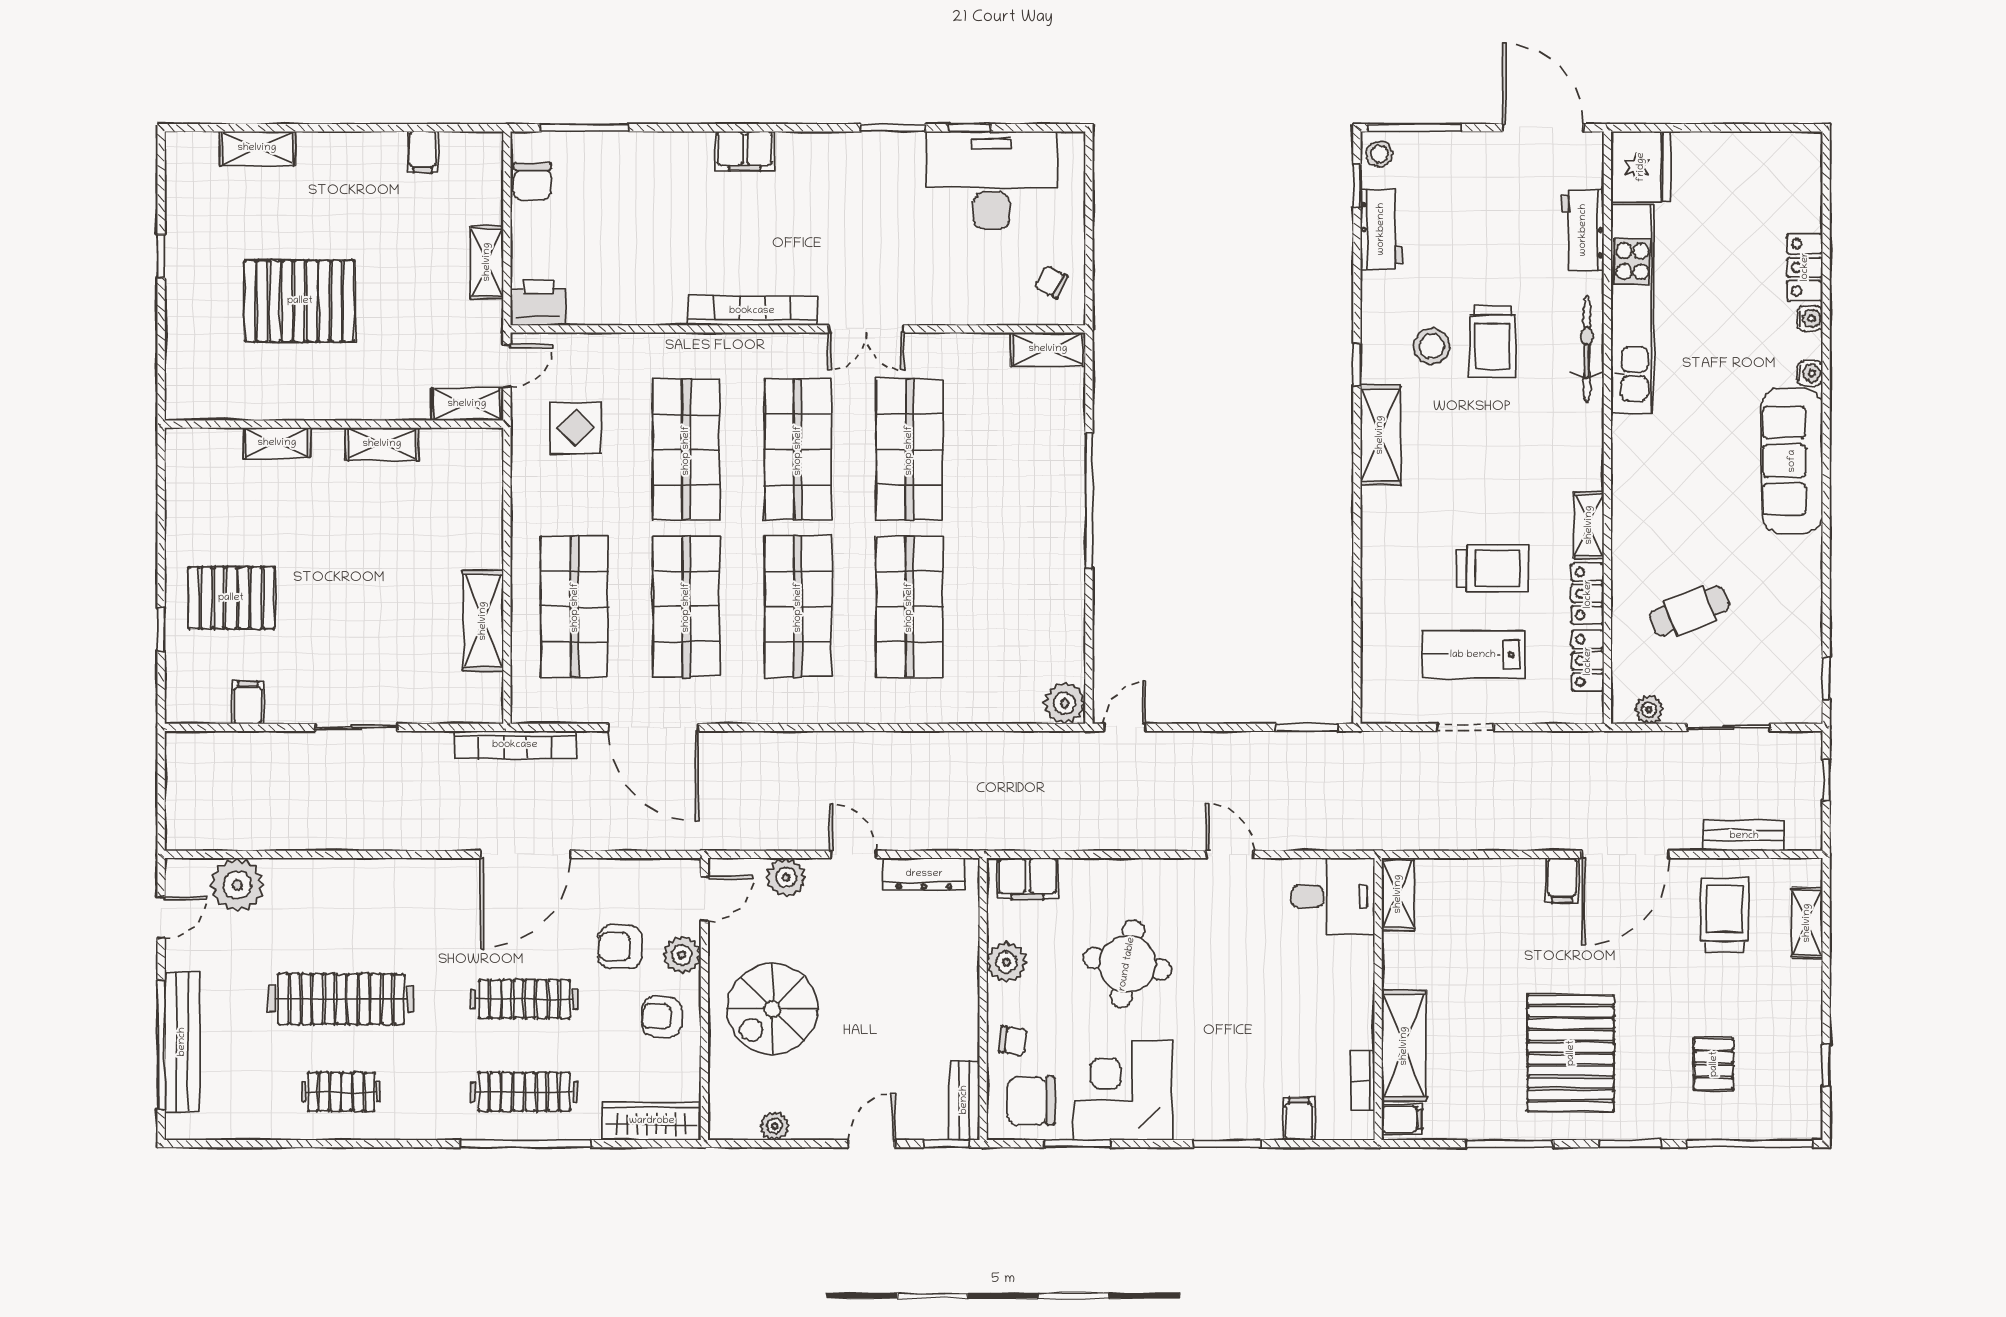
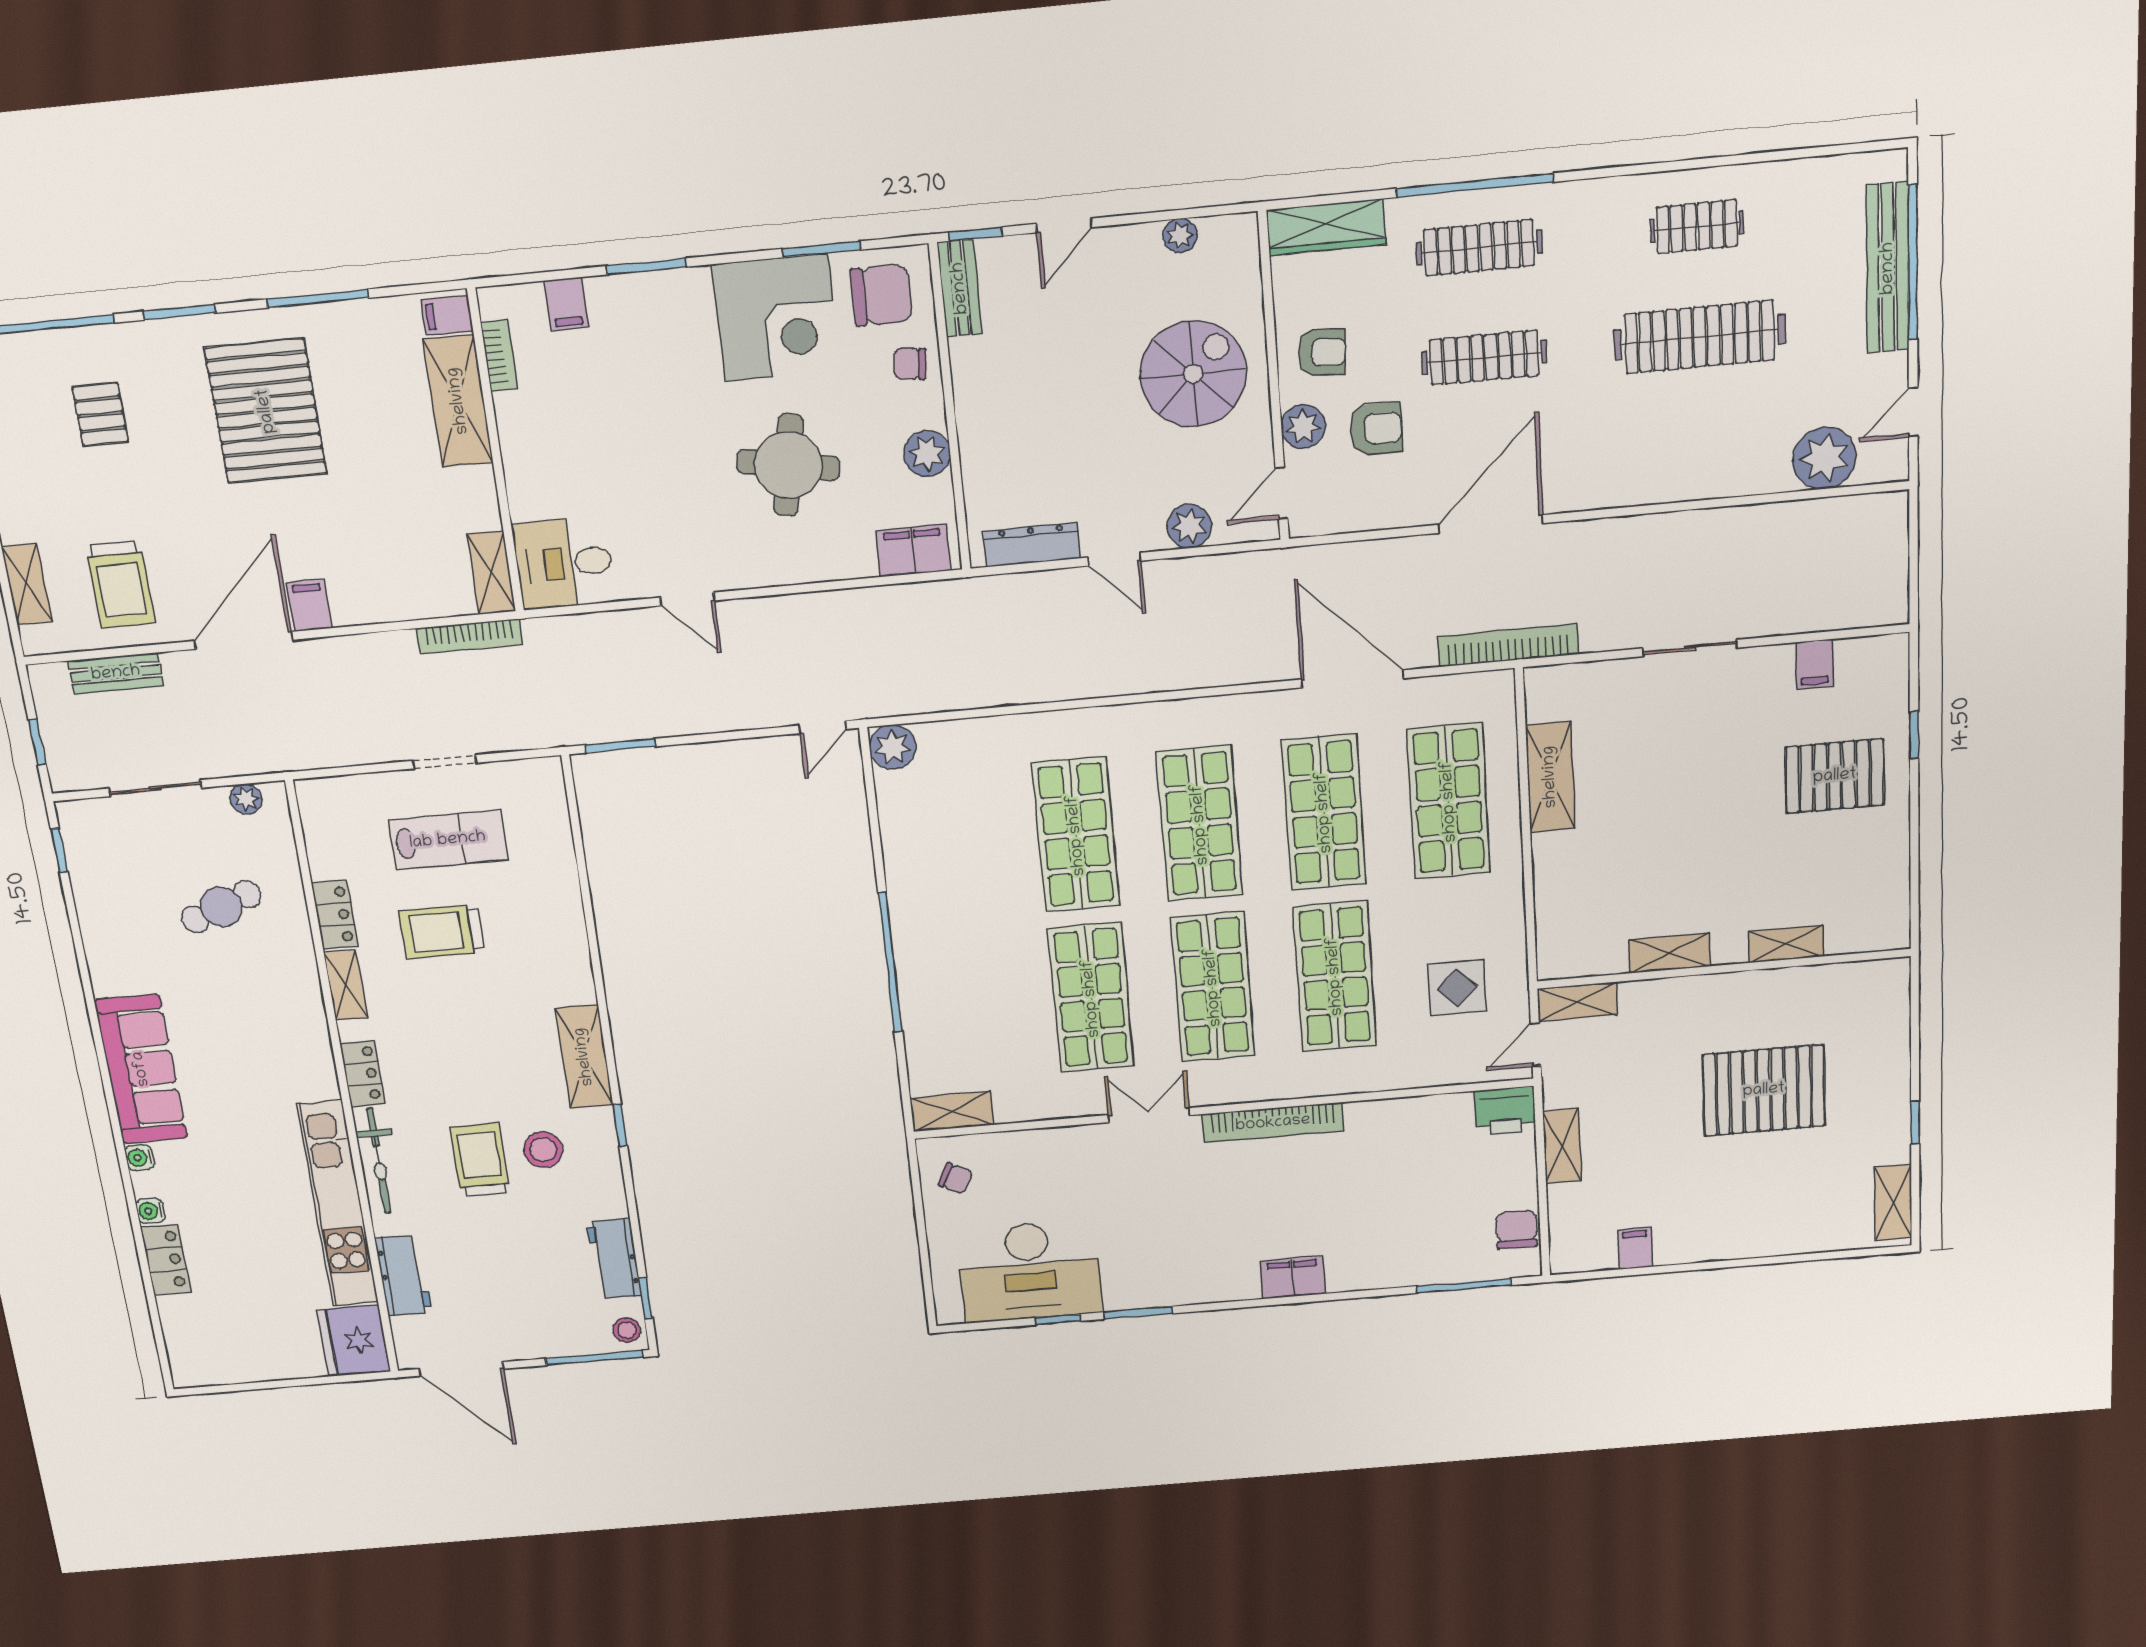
shelving: (257, 148) -> (1893, 1203), moved, turned 90
locker: (1588, 661) -> (363, 1074), moved
bookcase: (1426, 839) -> (469, 636), added

